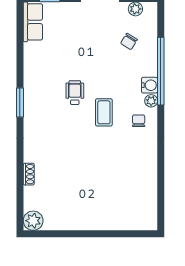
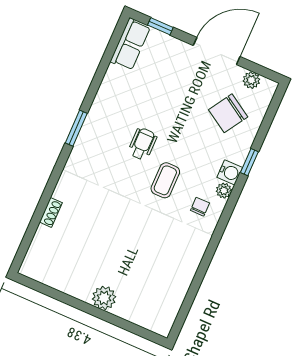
chair: (129, 41) -> (228, 113), width x1.87, depth x1.87
window: (161, 71) -> (249, 162), width x0.32
plant: (33, 221) -> (104, 298), moved

